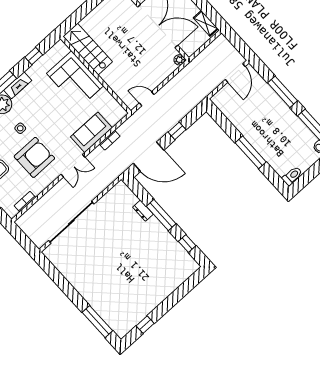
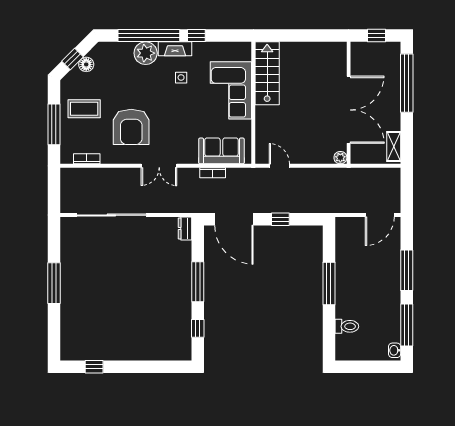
window: (34, 56) -> (196, 36), moved
side table: (20, 128) -> (181, 78), moved
sofa: (91, 132) -> (221, 151), moved
window: (251, 152) -> (329, 284), moved
armchair: (34, 157) -> (131, 127), turned 90
toilet: (292, 176) -> (347, 326), moved
dresser: (143, 211) -> (185, 228), moved
window: (97, 322) -> (54, 283), moved

